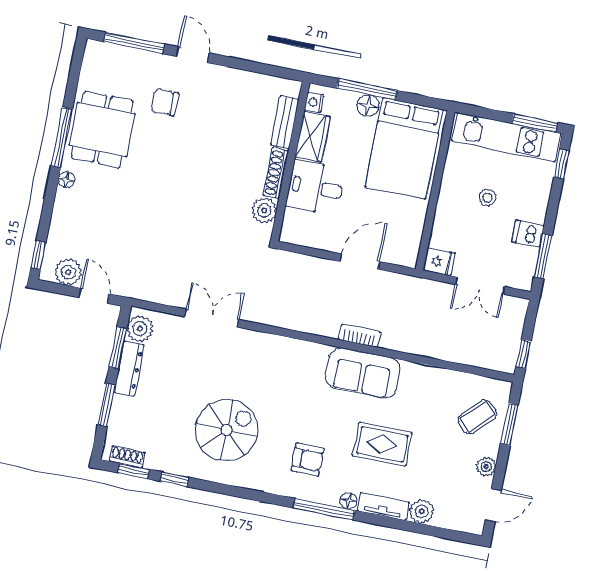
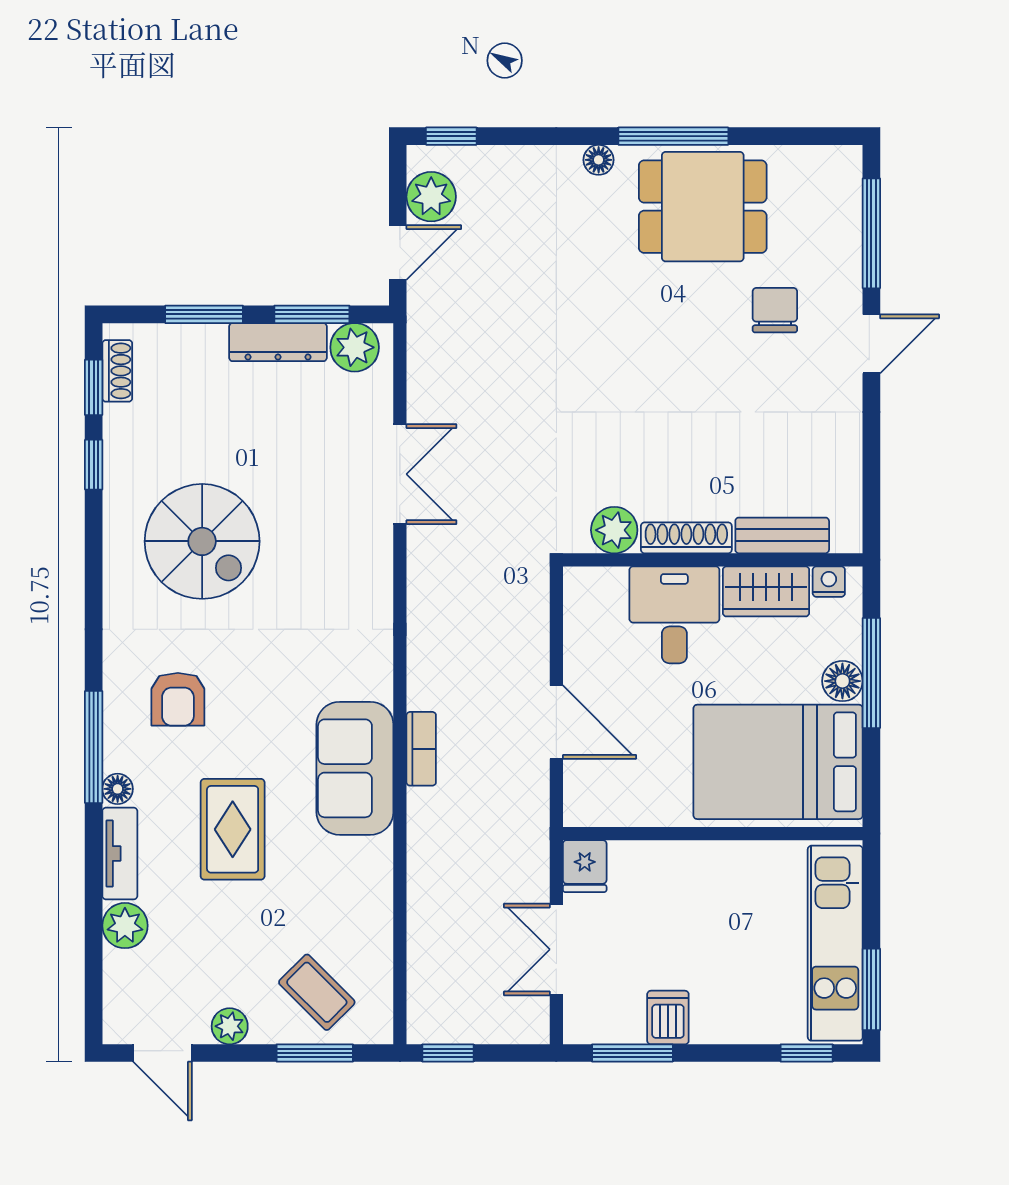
stool: (487, 198) -> (719, 931), removed

